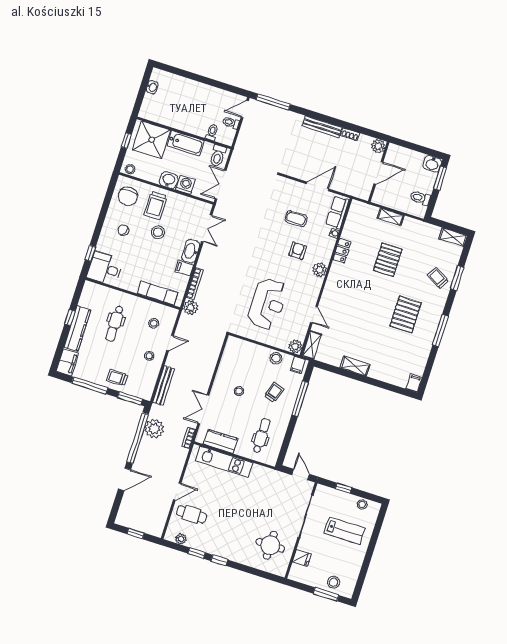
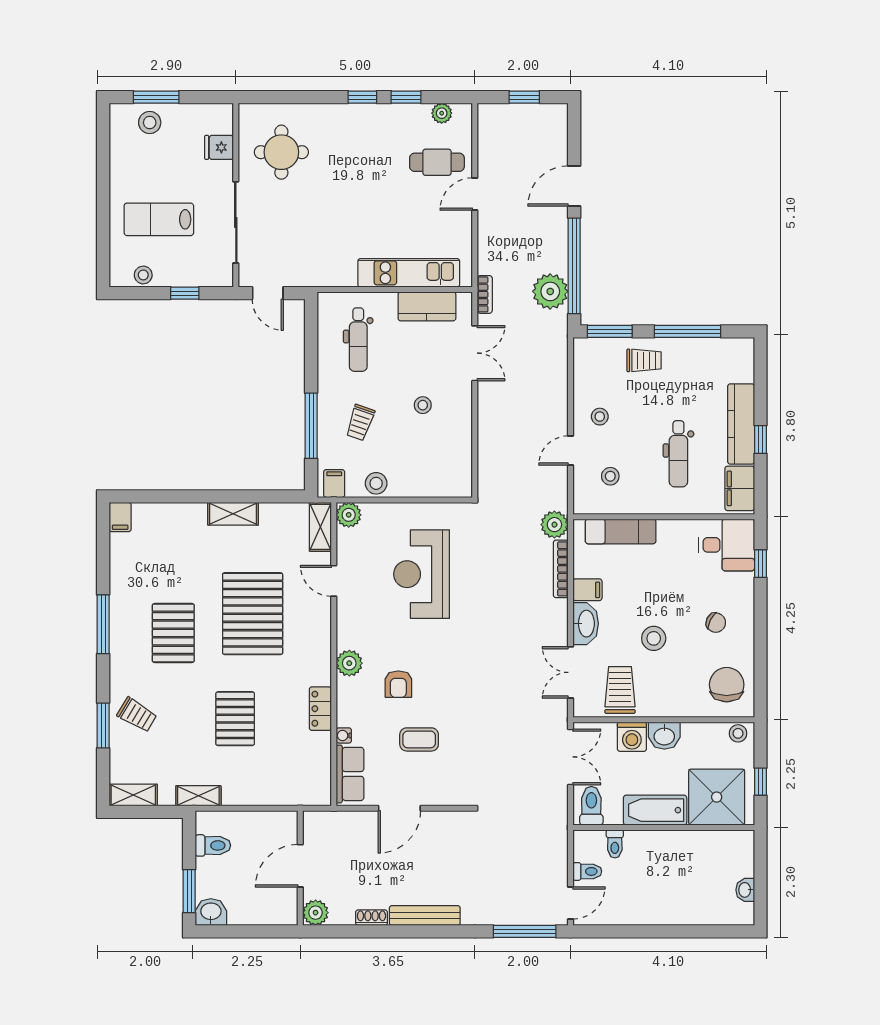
trolley: (156, 205) -> (620, 690), moved
shelving: (391, 217) -> (198, 796), moved
pallet: (361, 311) -> (253, 614), added
dental chair: (115, 324) -> (678, 454), turned 180
filing cabinet: (67, 362) -> (740, 488), moved
bench: (164, 386) -> (558, 372), removed

